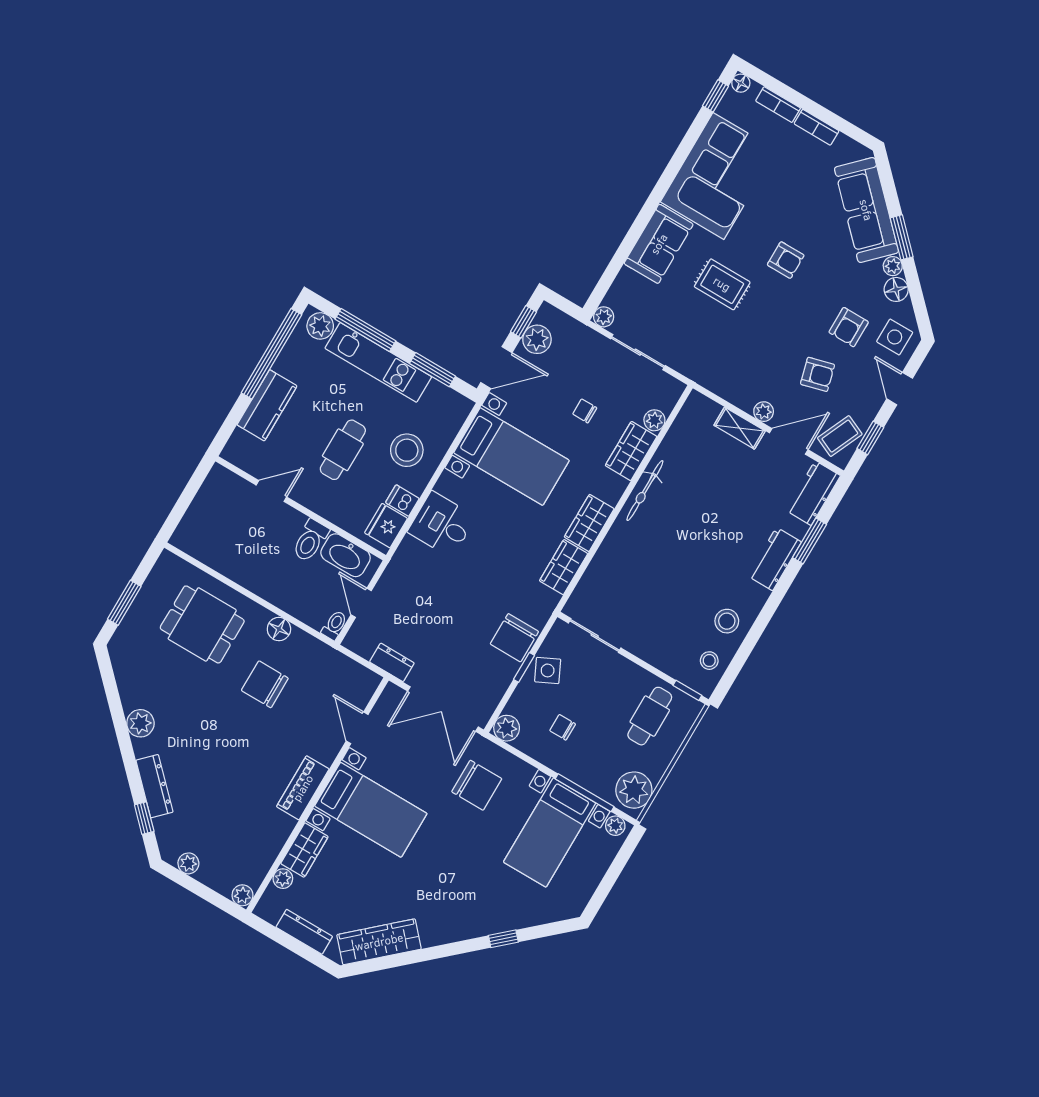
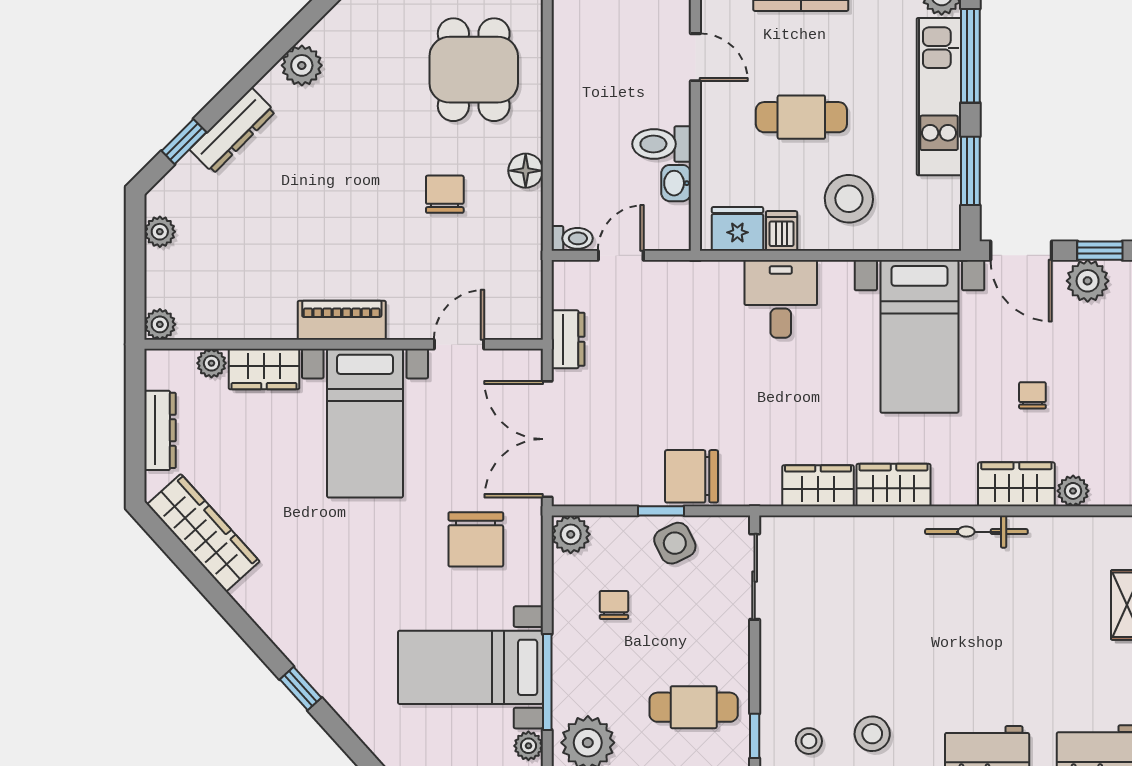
washbasin: (346, 555) -> (676, 183), width x0.52, depth x0.69
chair: (265, 684) -> (445, 194), width x0.73, depth x0.73

